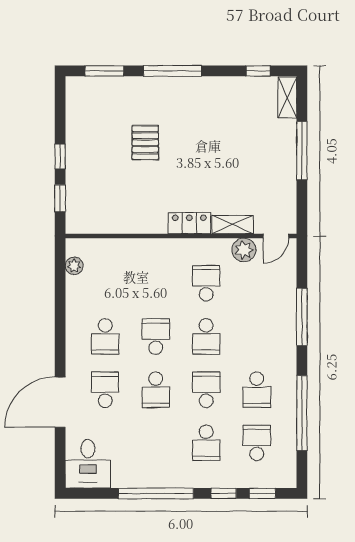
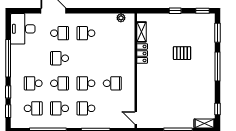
window: (60, 198) -> (202, 11), moved
locker: (189, 223) -> (142, 53), moved
shelving: (233, 225) -> (141, 32), moved
plant: (244, 250) -> (129, 102), removed
school desk: (156, 337) -> (86, 108), moved, turned 180
desk: (88, 464) -> (23, 29), width x1.37

